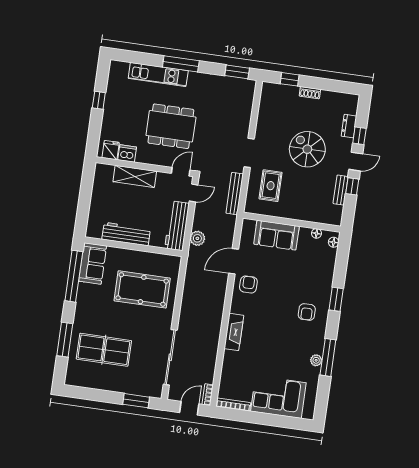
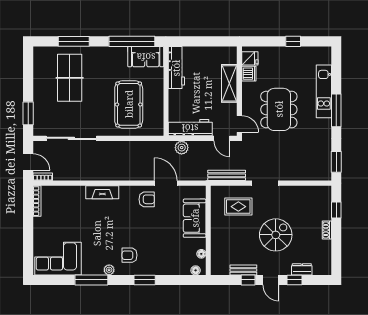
workbench: (126, 234) -> (176, 68), moved
plant: (316, 360) -> (109, 270), moved
corner sofa: (278, 397) -> (58, 259), moved, turned -90

